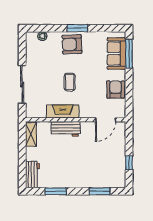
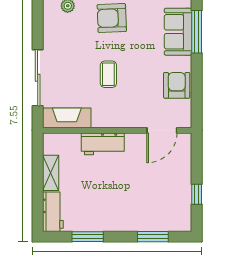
fireplace: (63, 111) -> (67, 118), moved
shelving: (31, 135) -> (51, 173), moved

